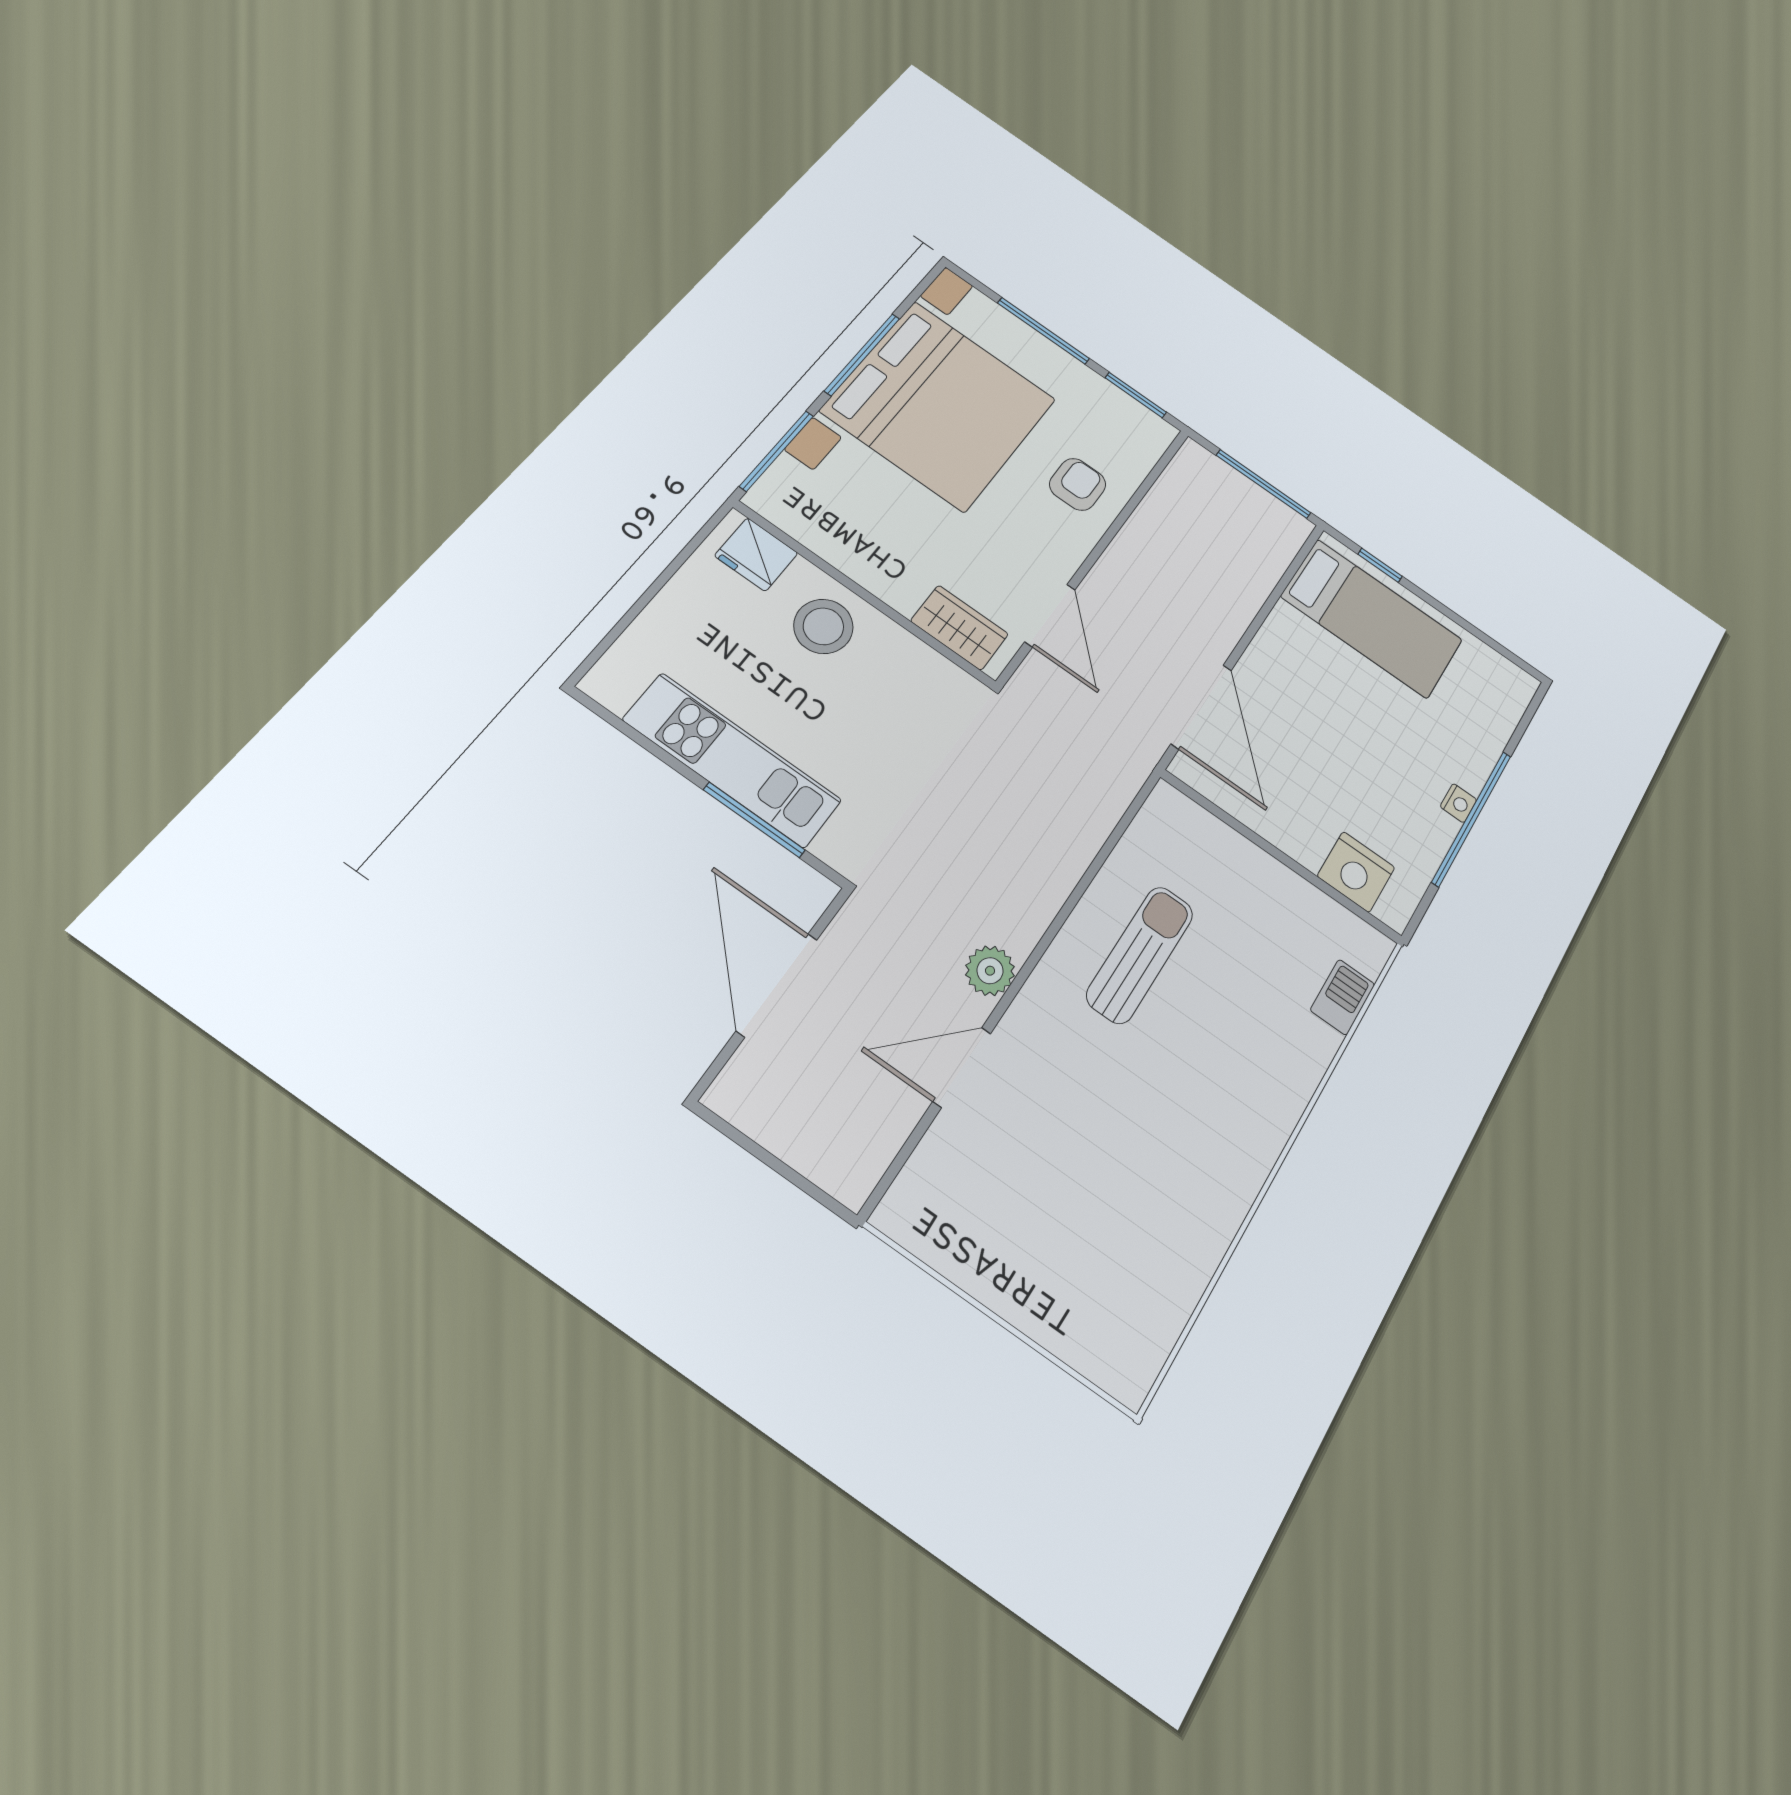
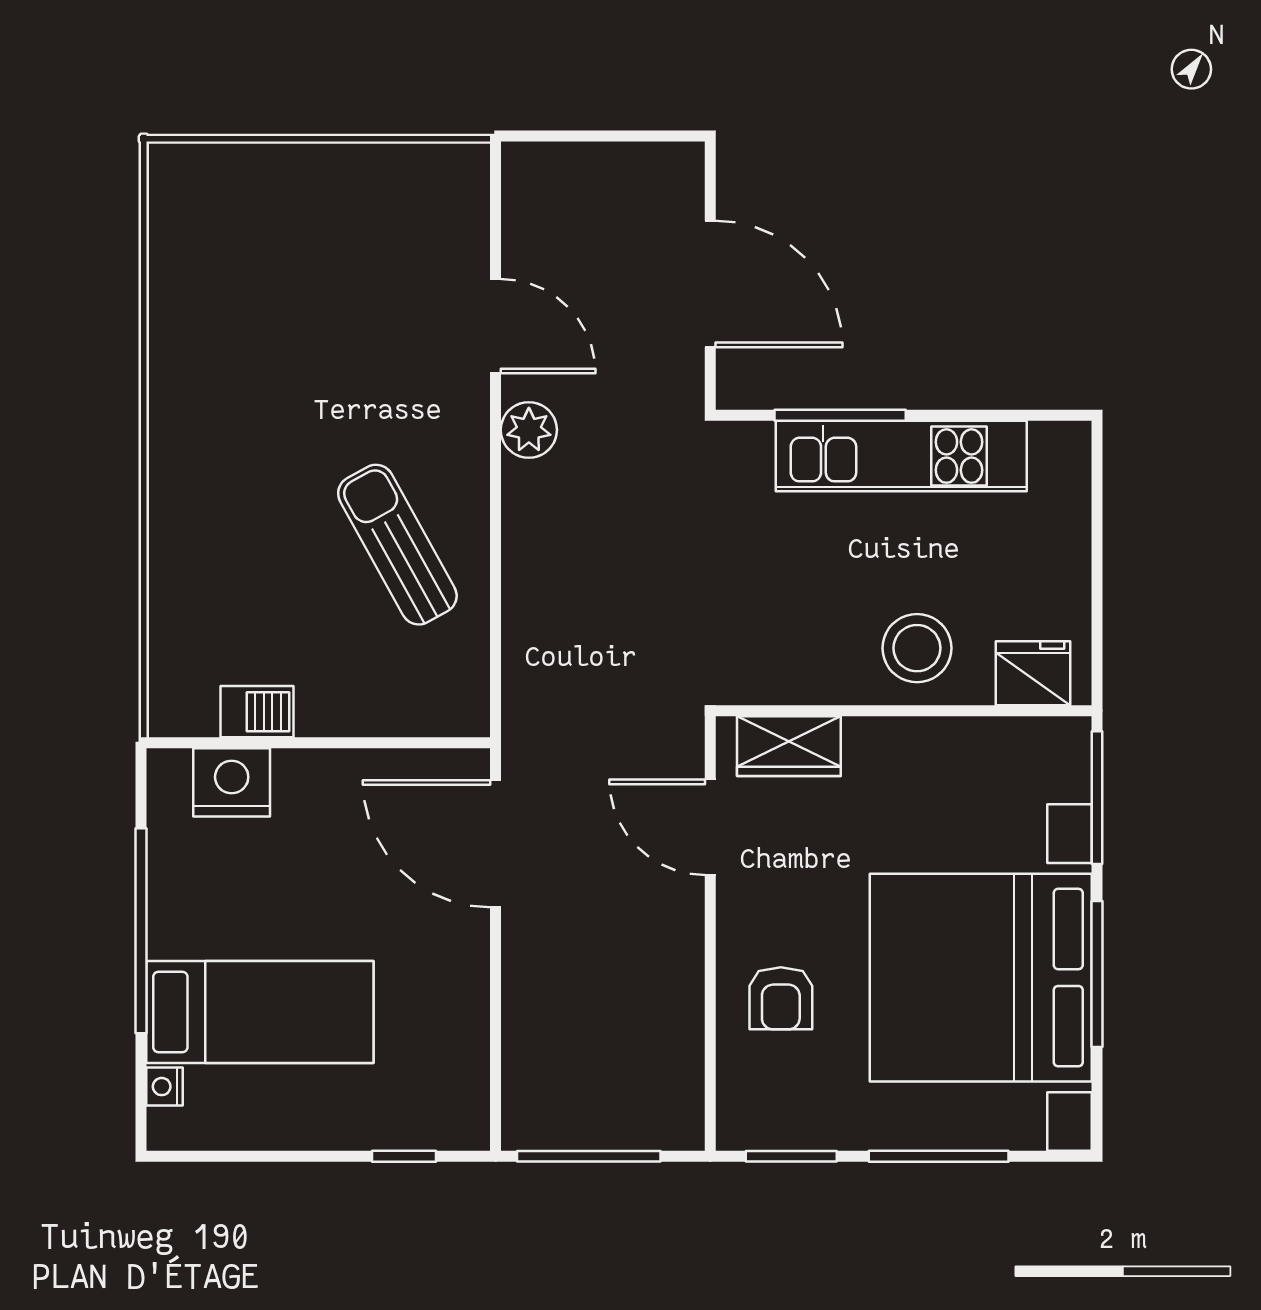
bed: (1372, 618) -> (260, 1012), moved, turned 180
nightstand: (1458, 803) -> (165, 1087), moved
sun lounger: (1140, 955) -> (397, 545), turned 151
barbecue: (1343, 997) -> (257, 712), moved, turned -90
door: (962, 1067) -> (496, 326), hinge flipped

